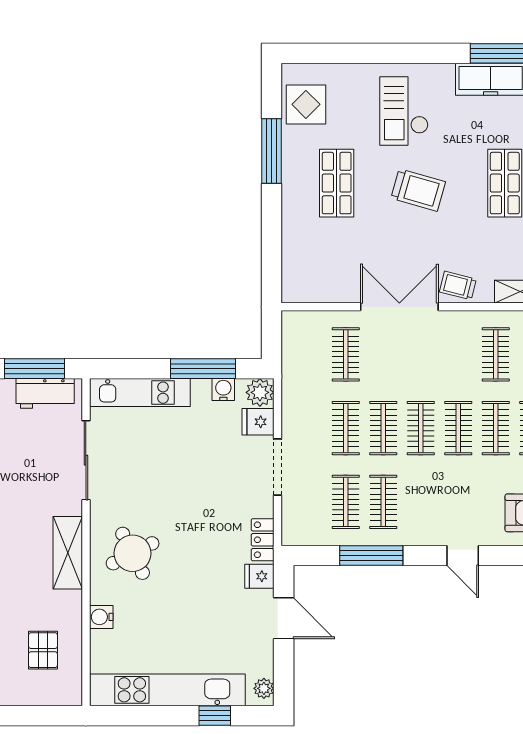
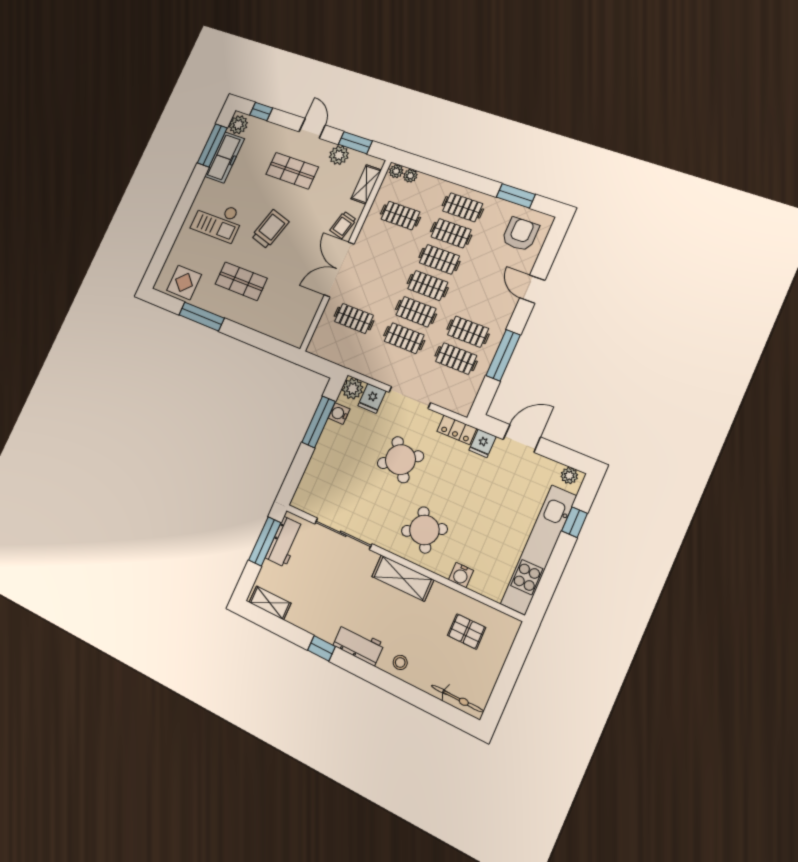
kitchen unit: (140, 393) -> (314, 474), removed
round table: (200, 489) -> (401, 460), added
door: (463, 555) -> (532, 289), swing flipped

